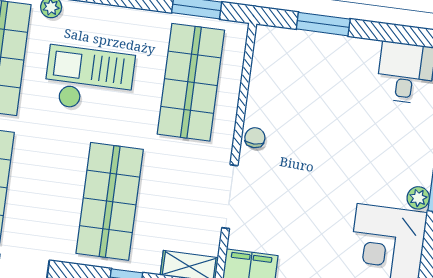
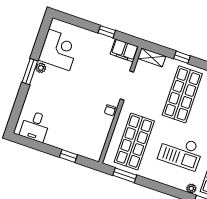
window: (323, 24) -> (68, 156), width x0.67

